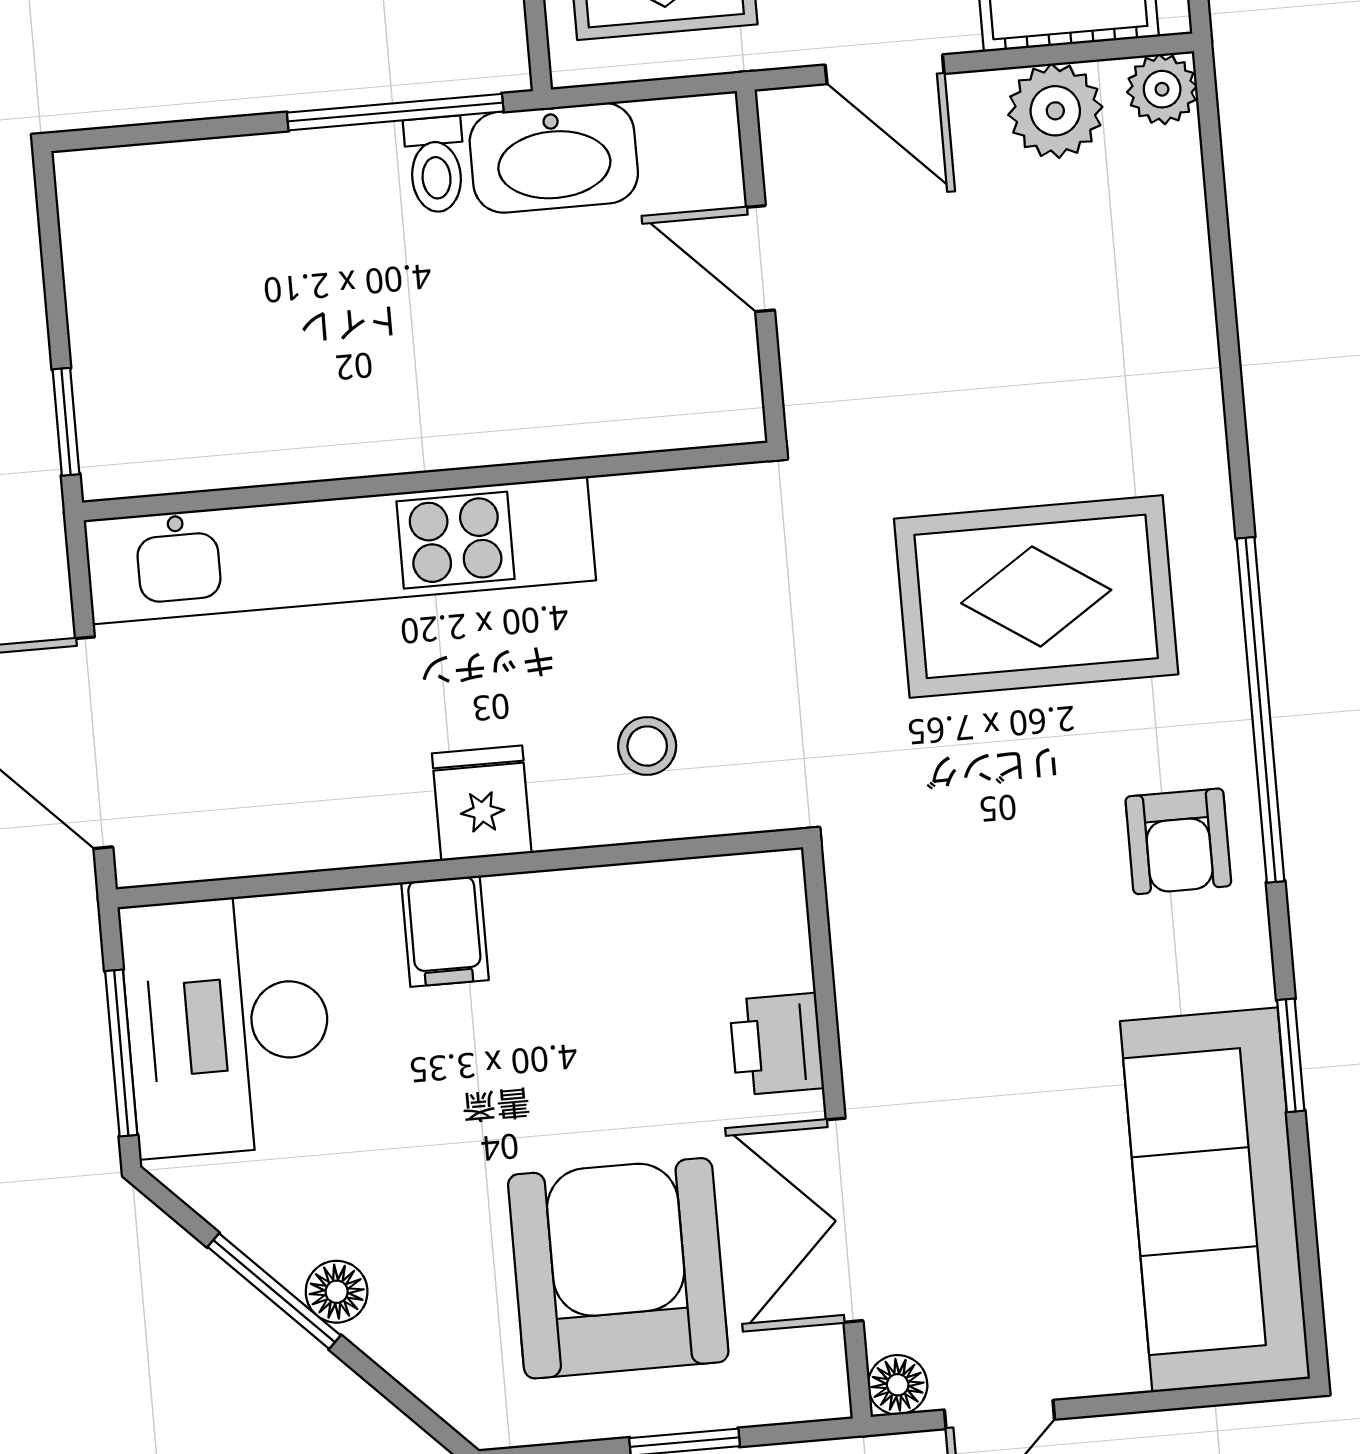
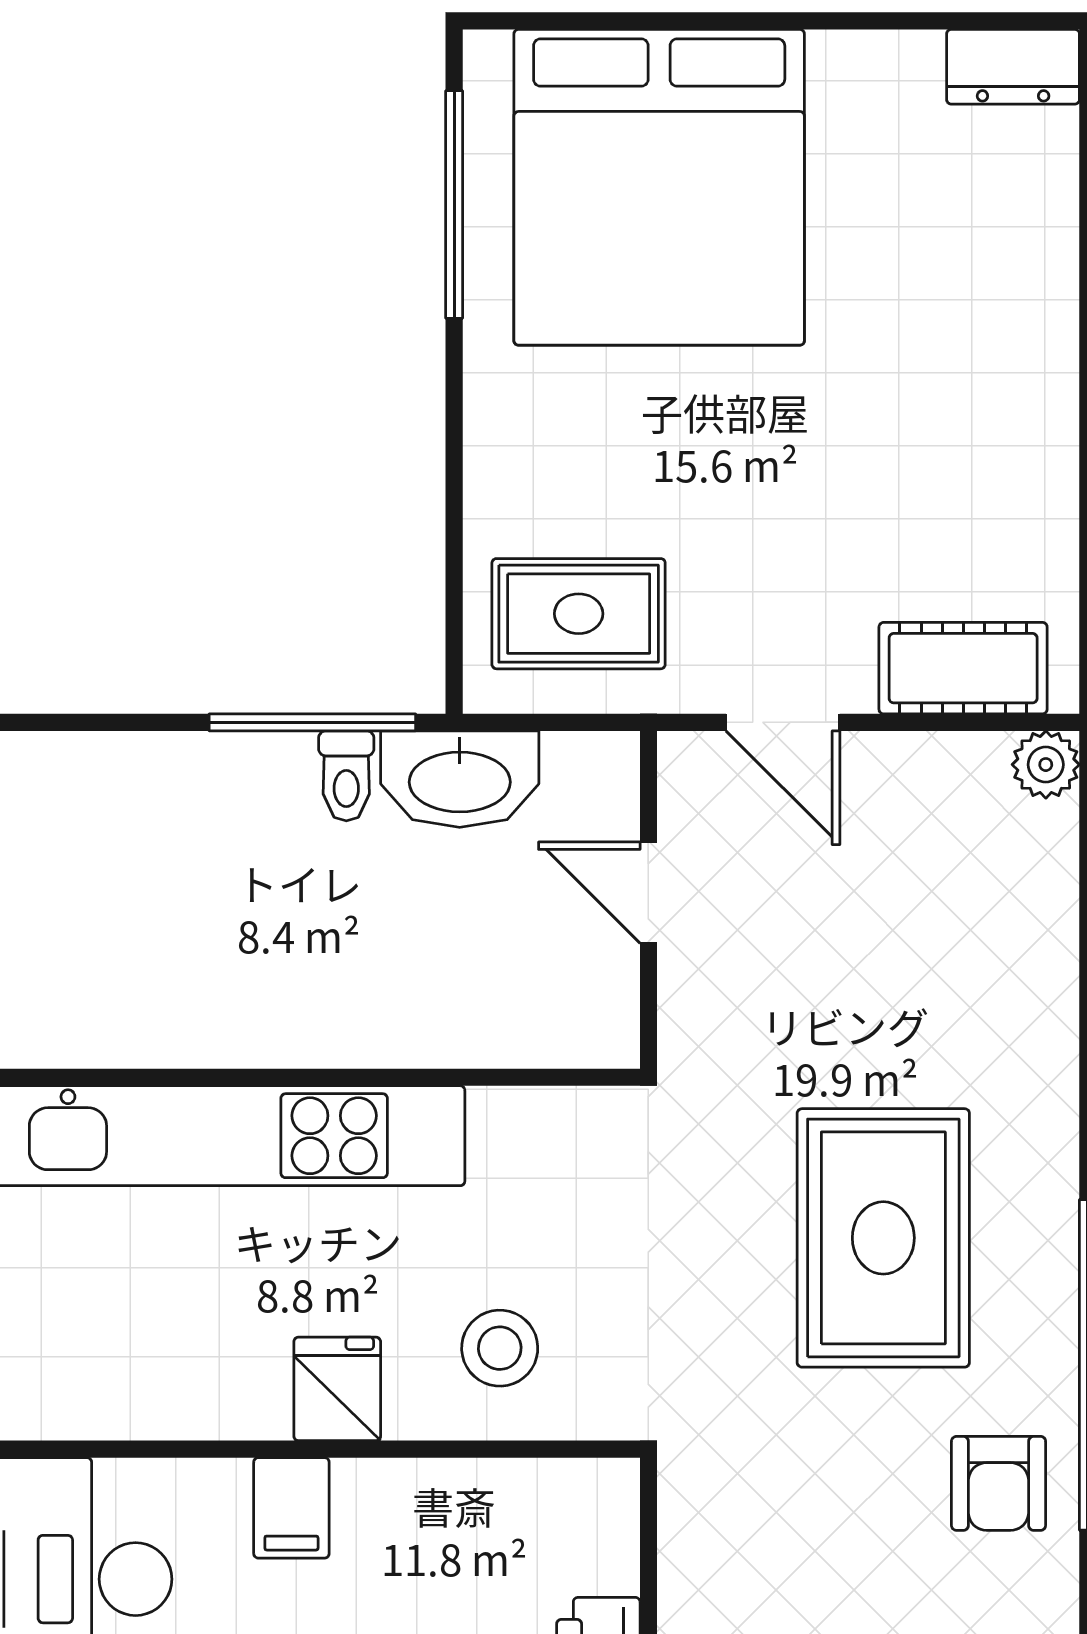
plant: (1055, 111) -> (942, 776), removed
rug: (1036, 596) -> (883, 1238), turned 90
stool: (647, 746) -> (500, 1348), width x1.37, depth x1.37

